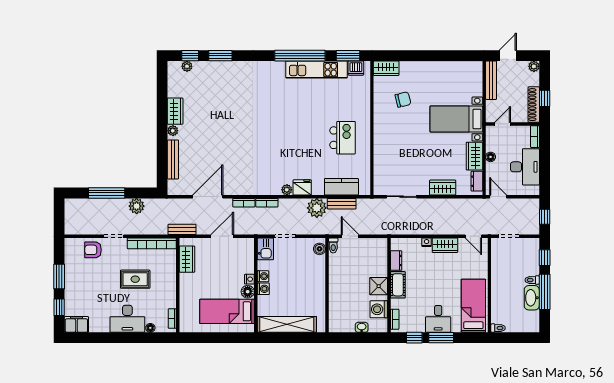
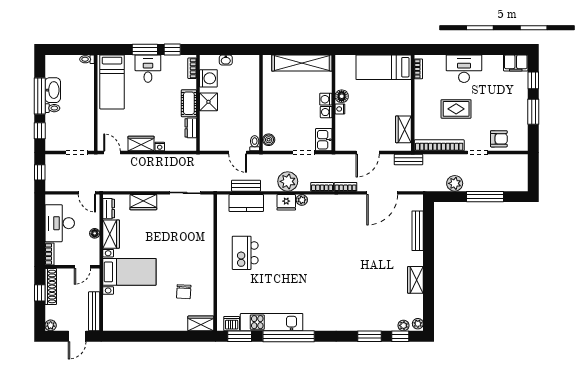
chair: (403, 100) -> (184, 292), turned -73
plant: (173, 131) -> (418, 324), moved
plant: (317, 208) -> (288, 181), moved
bed: (227, 311) -> (384, 67), moved, turned 180
floor lamp: (150, 328) -> (441, 59), removed

